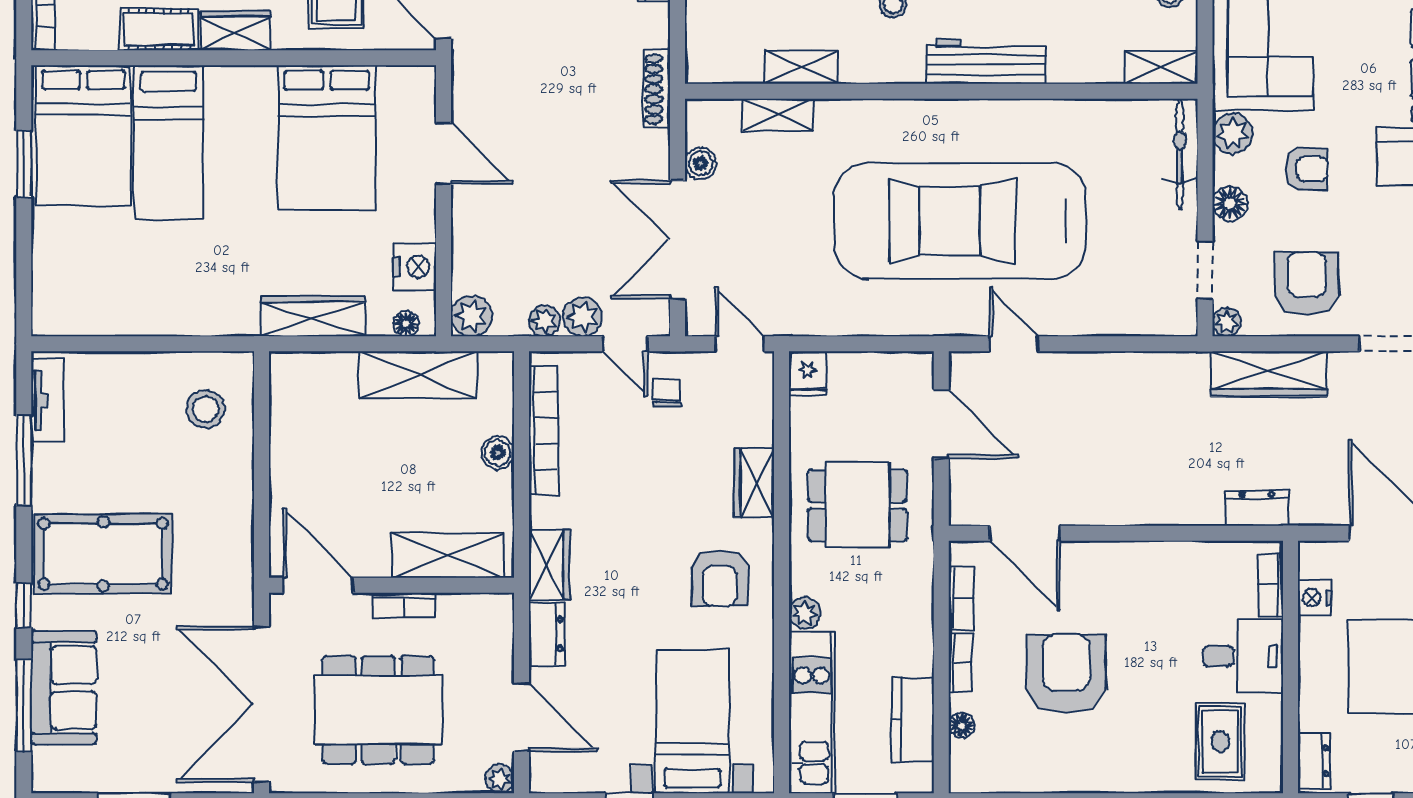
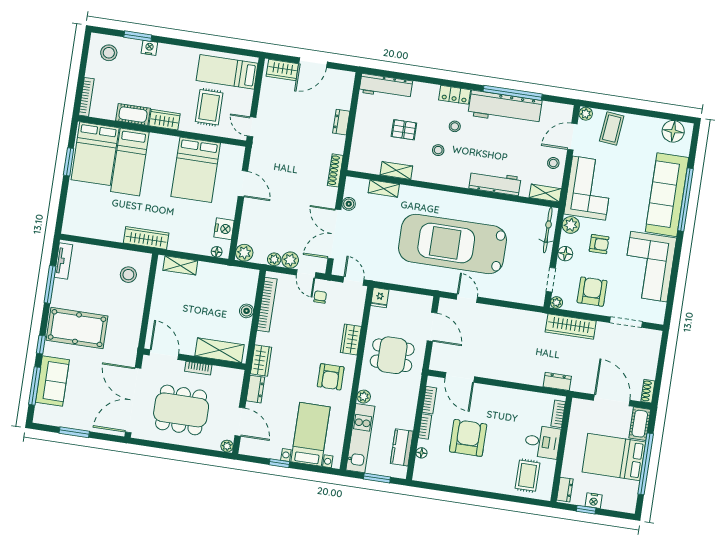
workbench: (986, 61) -> (495, 183), moved
wardrobe: (313, 316) -> (146, 238), moved
shelving: (418, 375) -> (180, 265), moved, width x0.67, depth x0.75
nightstand: (1315, 598) -> (594, 501), moved, turned -90

